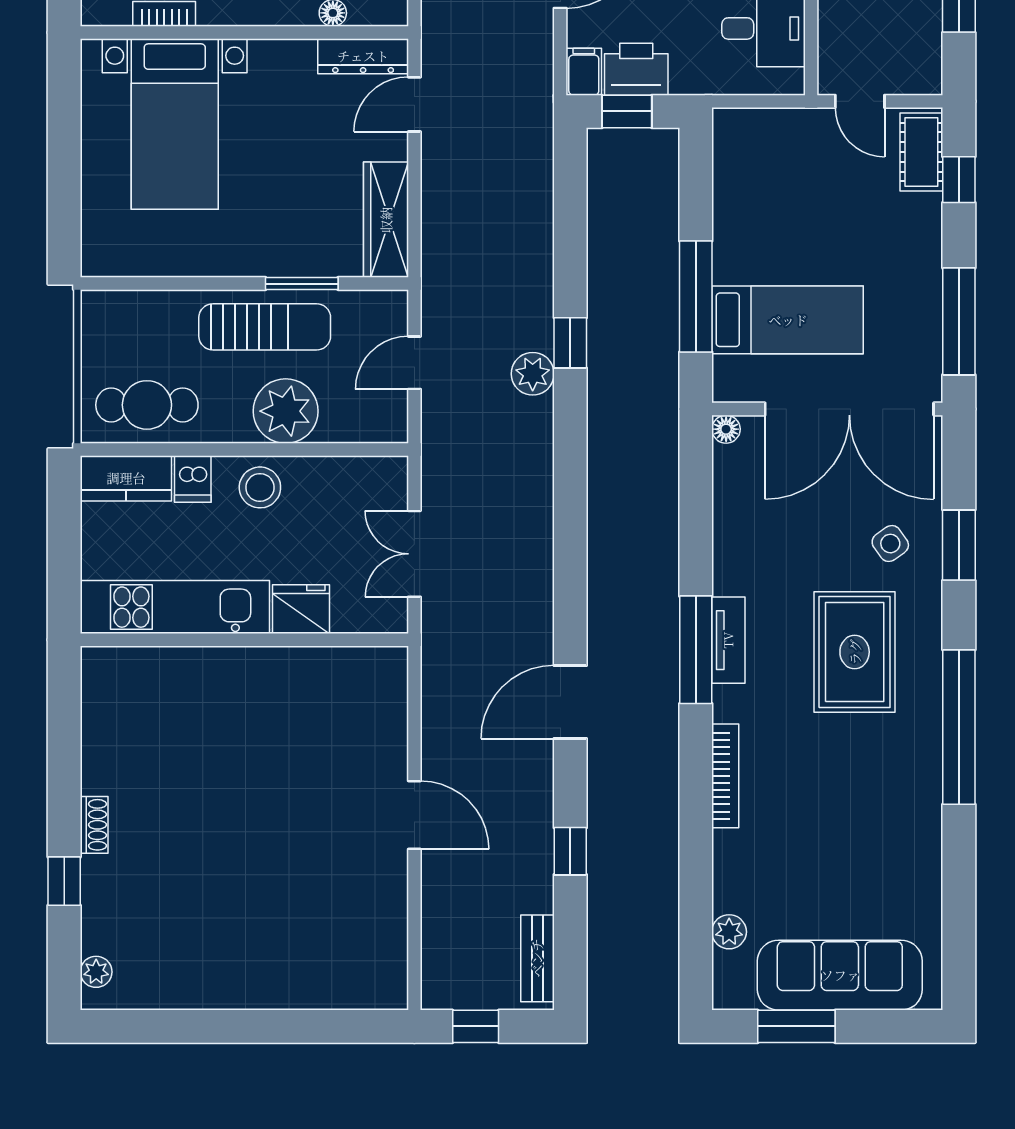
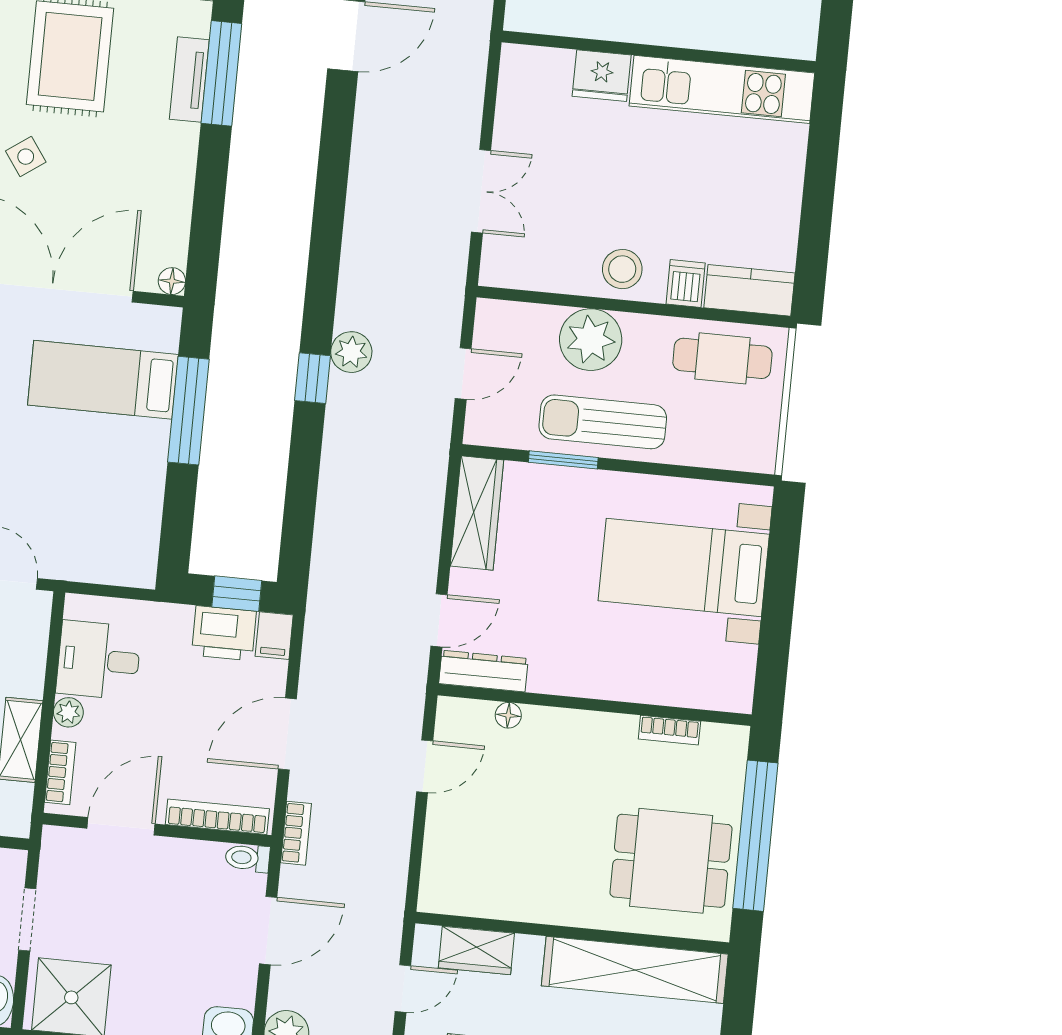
bed with nightstands: (175, 124) -> (684, 567), moved, turned -90
kitchen unit: (175, 607) -> (722, 89), moved
fridge: (301, 609) -> (602, 76), moved
wall: (244, 640) -> (659, 52), moved

